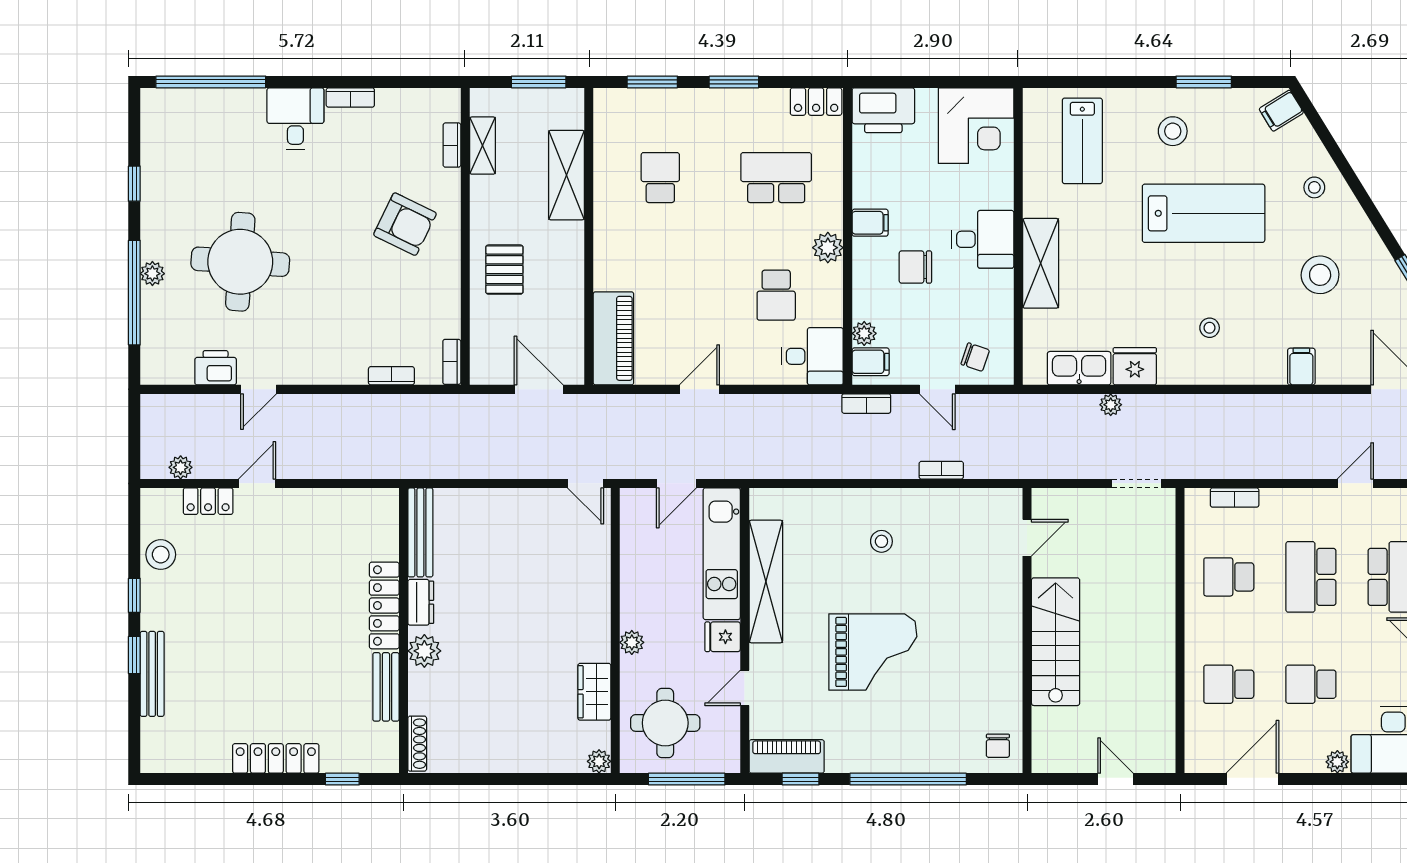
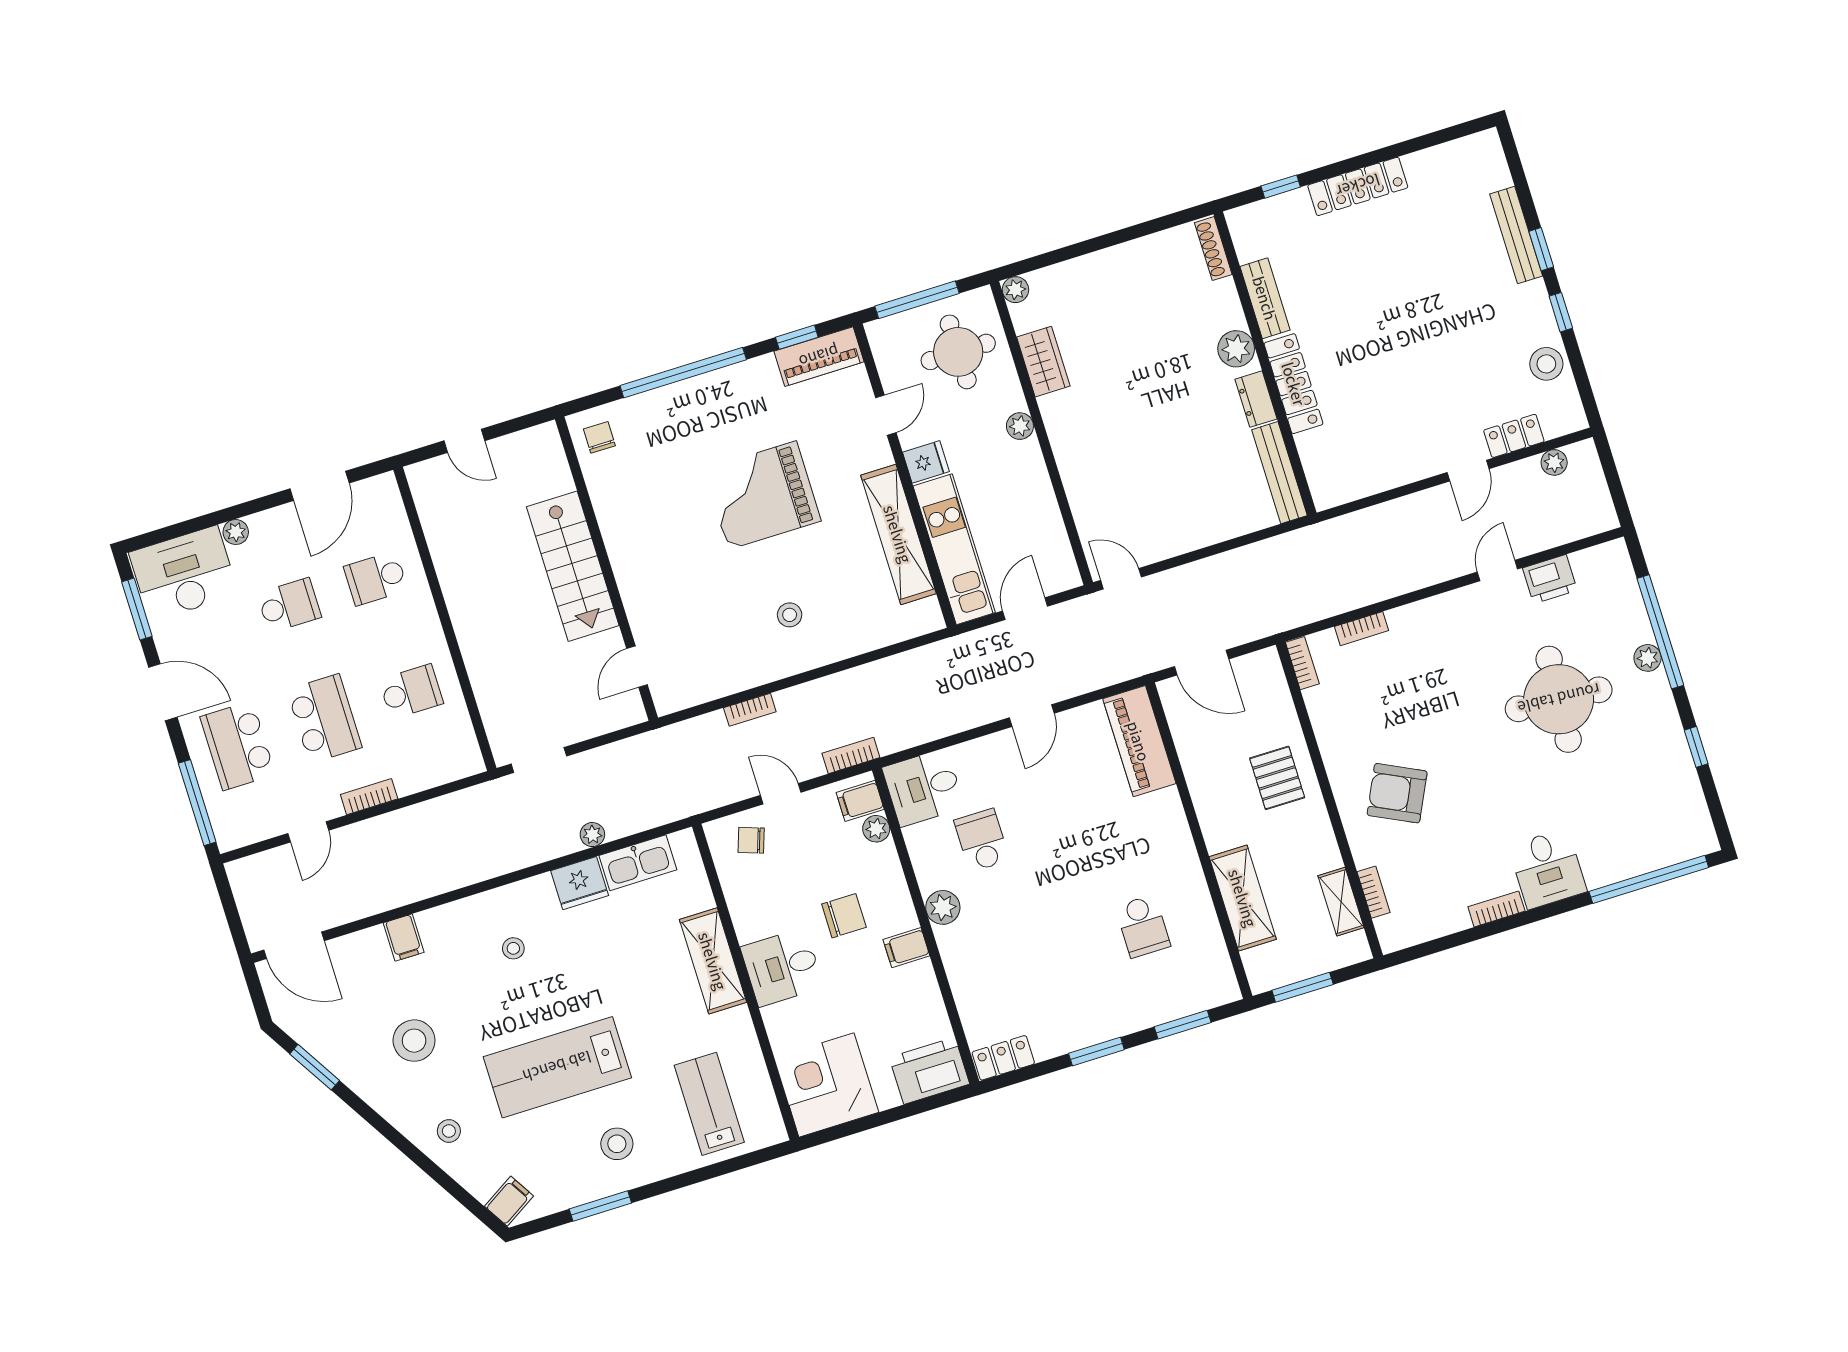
school desk: (776, 178) -> (1020, 964), removed
bookcase: (1235, 498) -> (369, 797), moved
school desk: (1229, 684) -> (376, 578), turned 180

